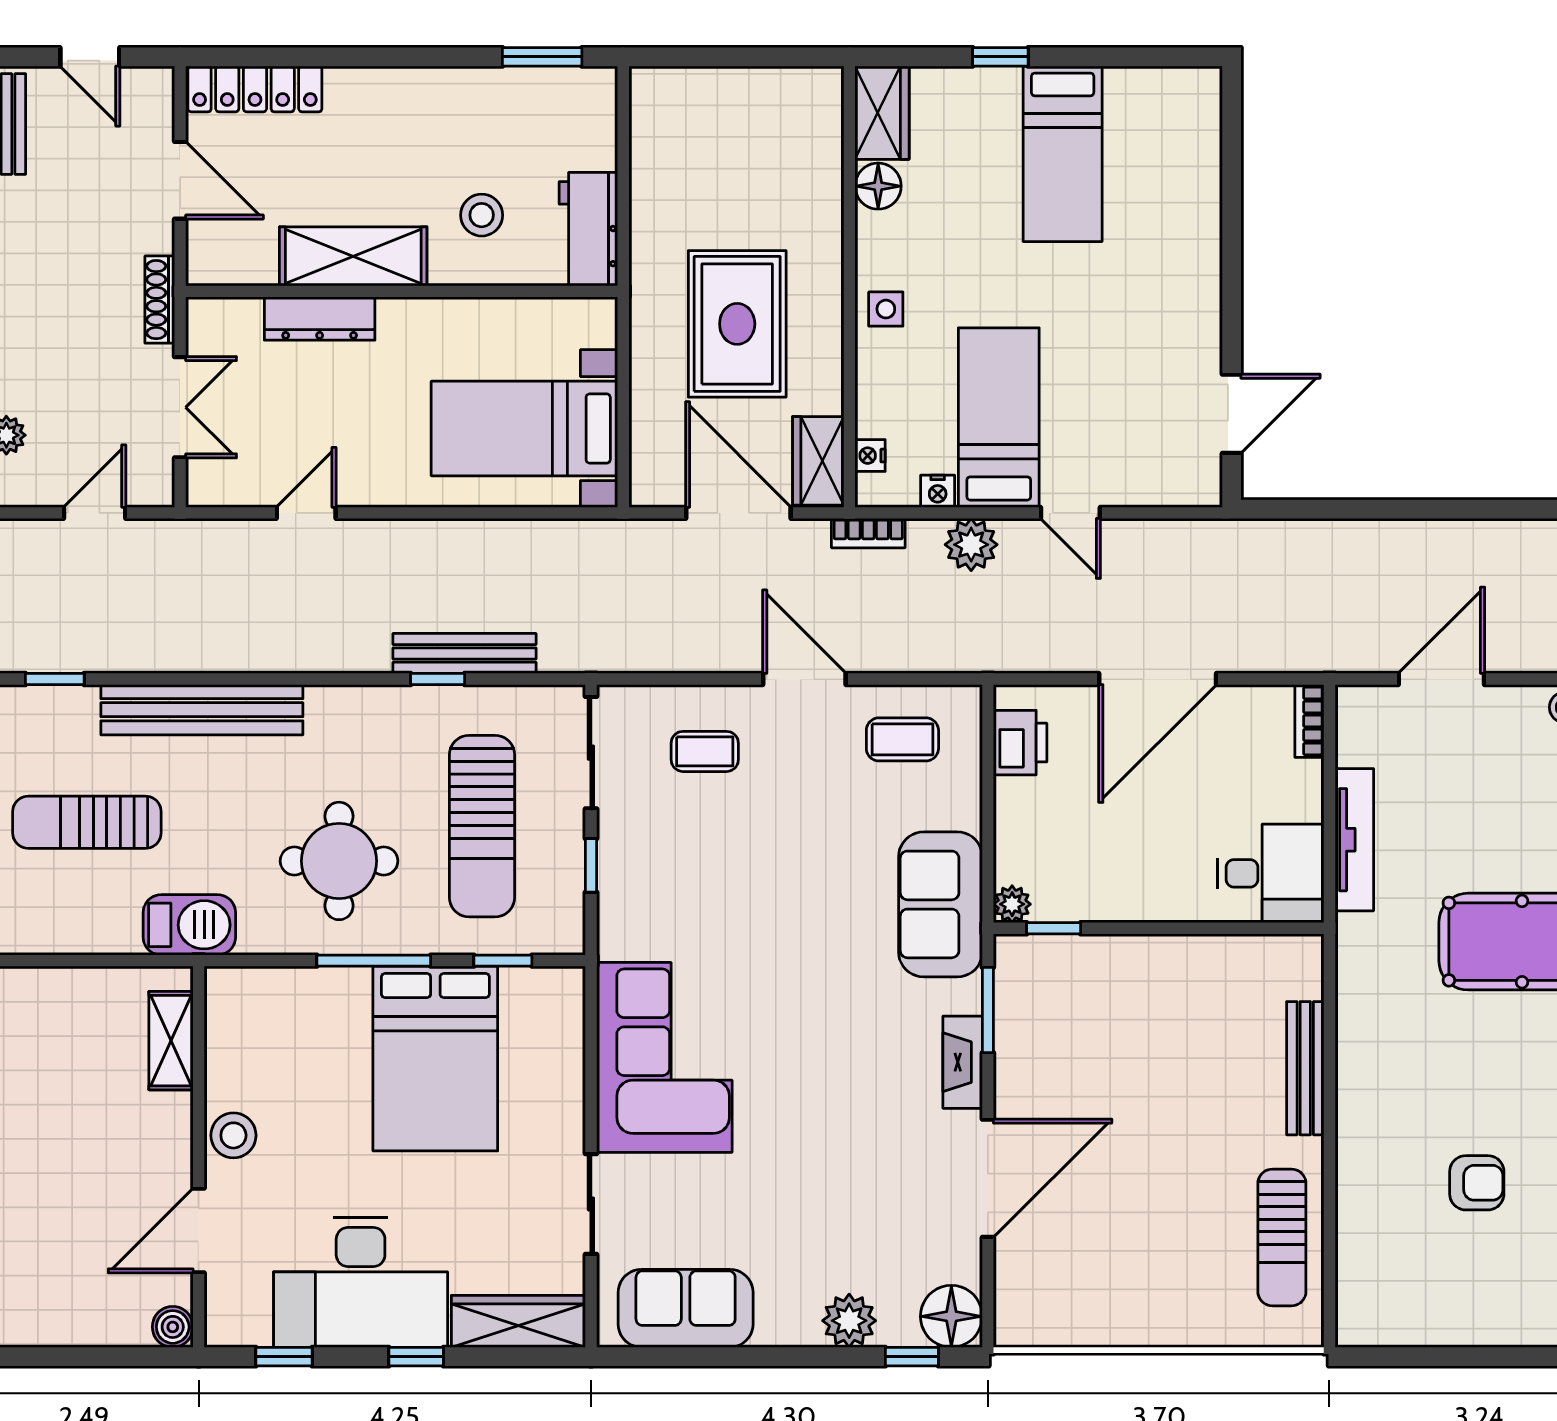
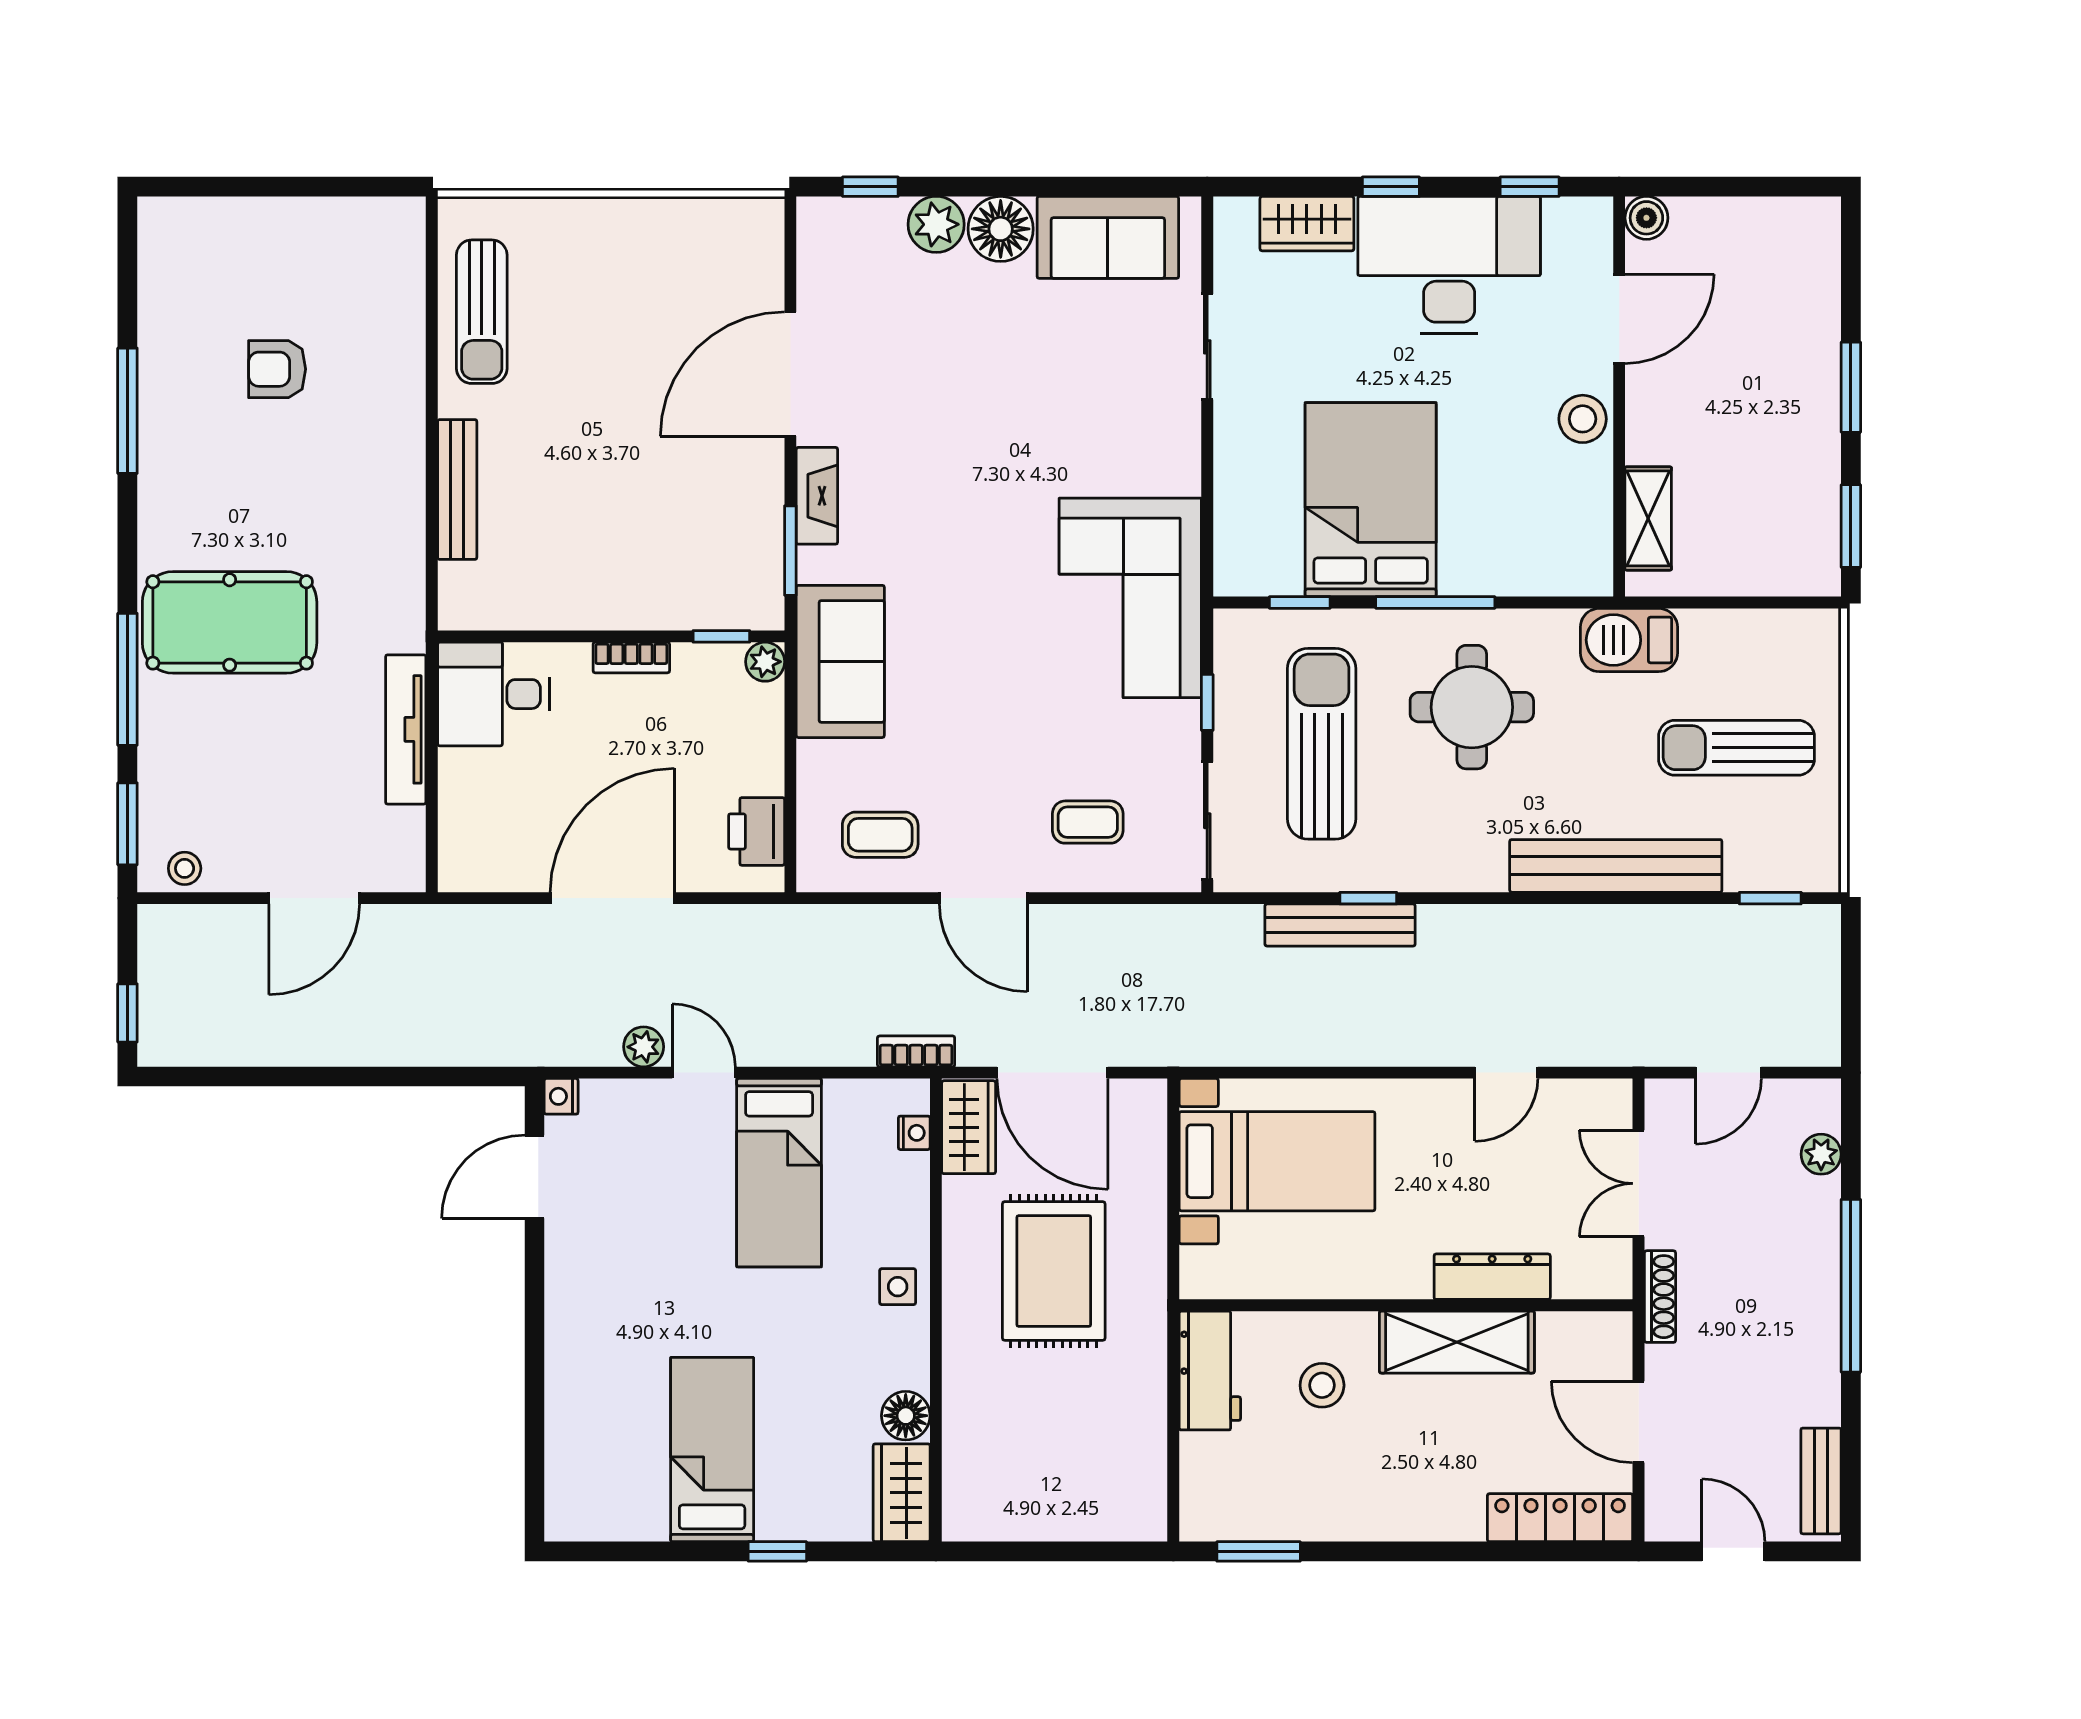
nightstand: (938, 491) -> (561, 1096), moved, turned -90
plant: (971, 545) -> (644, 1047), moved, width x0.73, depth x0.73
bookcase: (1309, 721) -> (631, 658), moved, turned 90
sun lounger: (87, 822) -> (1737, 748), turned 180
corner sofa: (664, 1057) -> (1130, 598), moved
sun lounger: (1282, 1237) -> (482, 312), turned 180
floor lamp: (951, 1316) -> (1001, 229), moved
wardrobe: (518, 1321) -> (1307, 224), width x0.67

